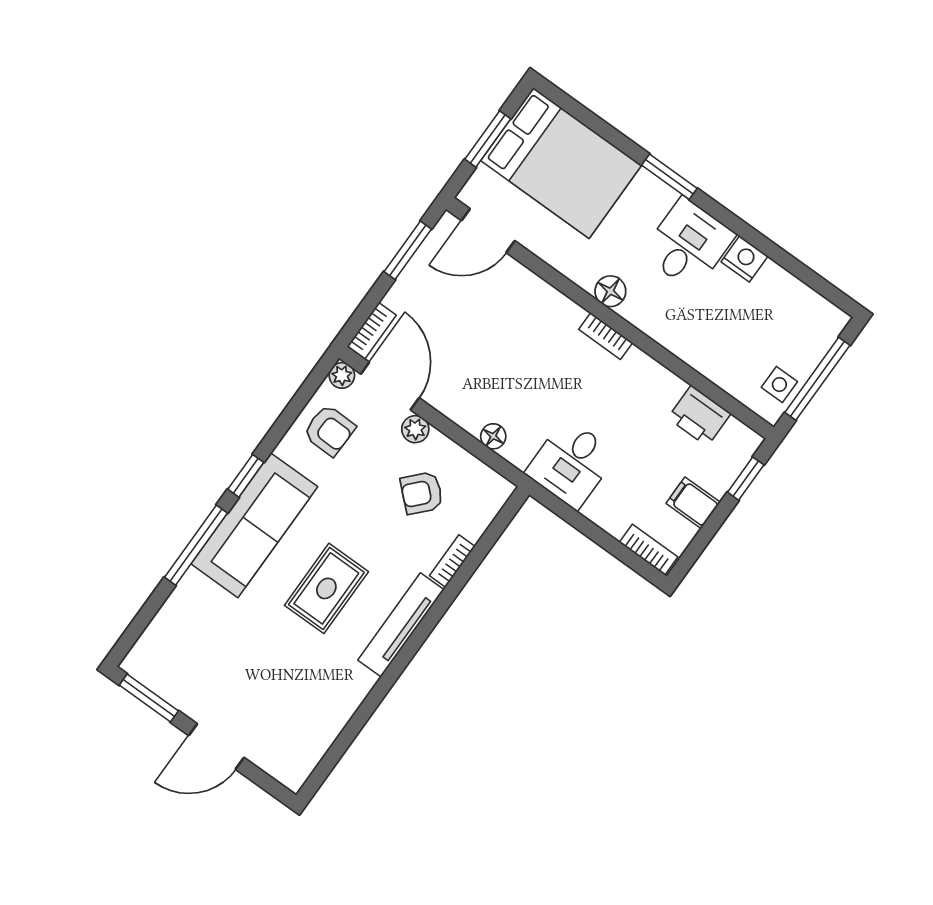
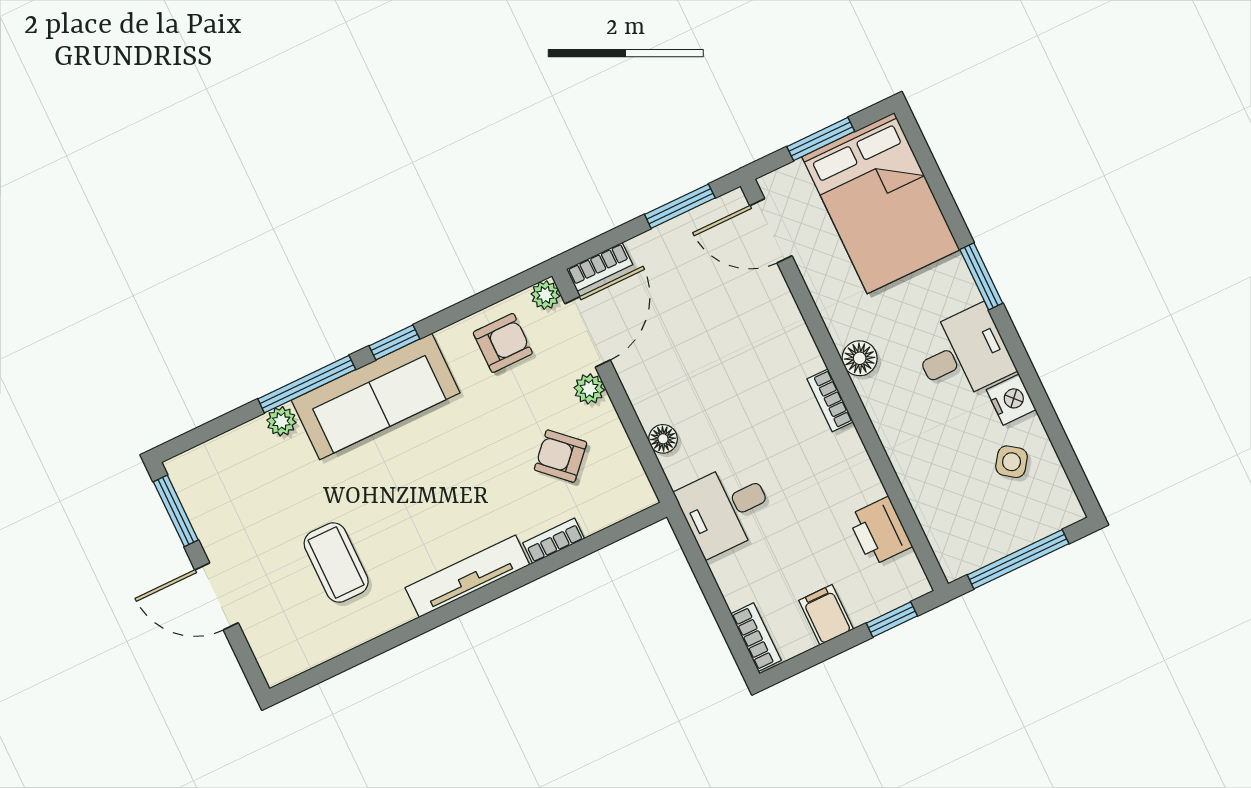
side table: (779, 384) -> (1012, 462), moved, turned 36
armchair: (329, 430) -> (503, 343), turned -91
plant: (192, 584) -> (281, 421), added
rug: (326, 588) -> (413, 499), removed
coffee table: (294, 670) -> (336, 563), added

